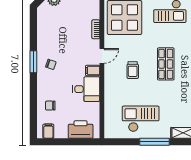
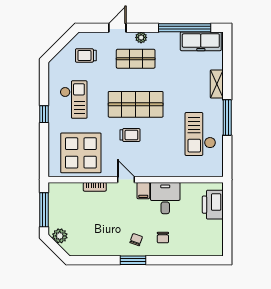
shop shelf: (166, 64) -> (136, 104), width x1.43, depth x1.36
trolley: (133, 70) -> (130, 135), moved
chair: (50, 106) -> (163, 238), moved
filing cabinet: (48, 131) -> (215, 243), removed

